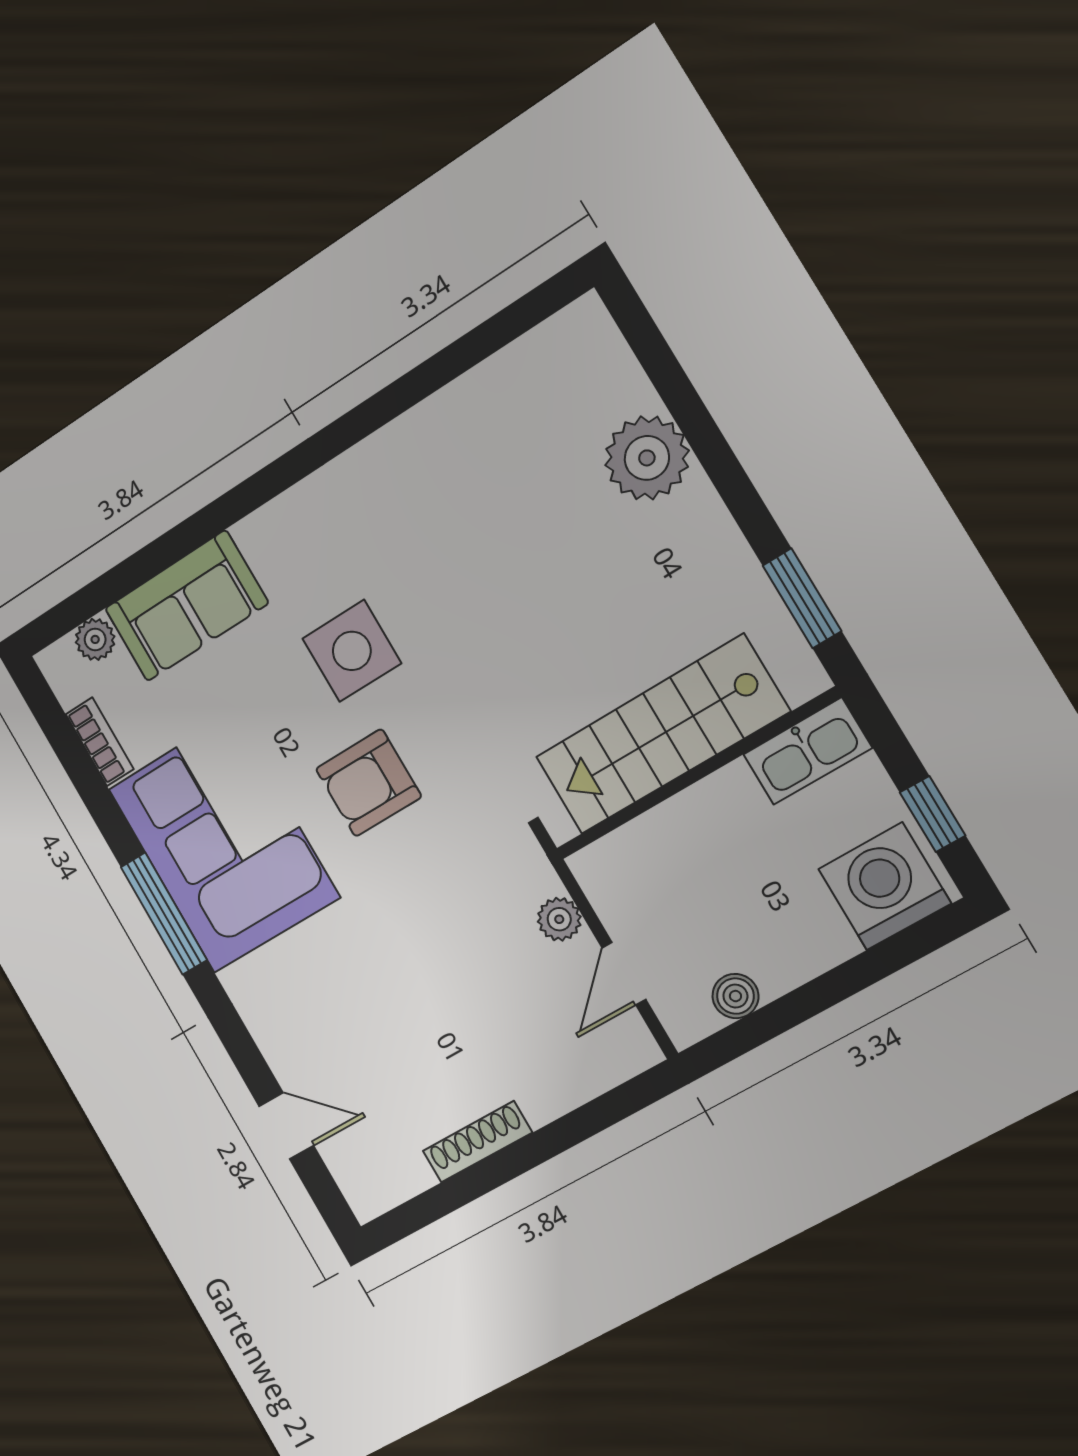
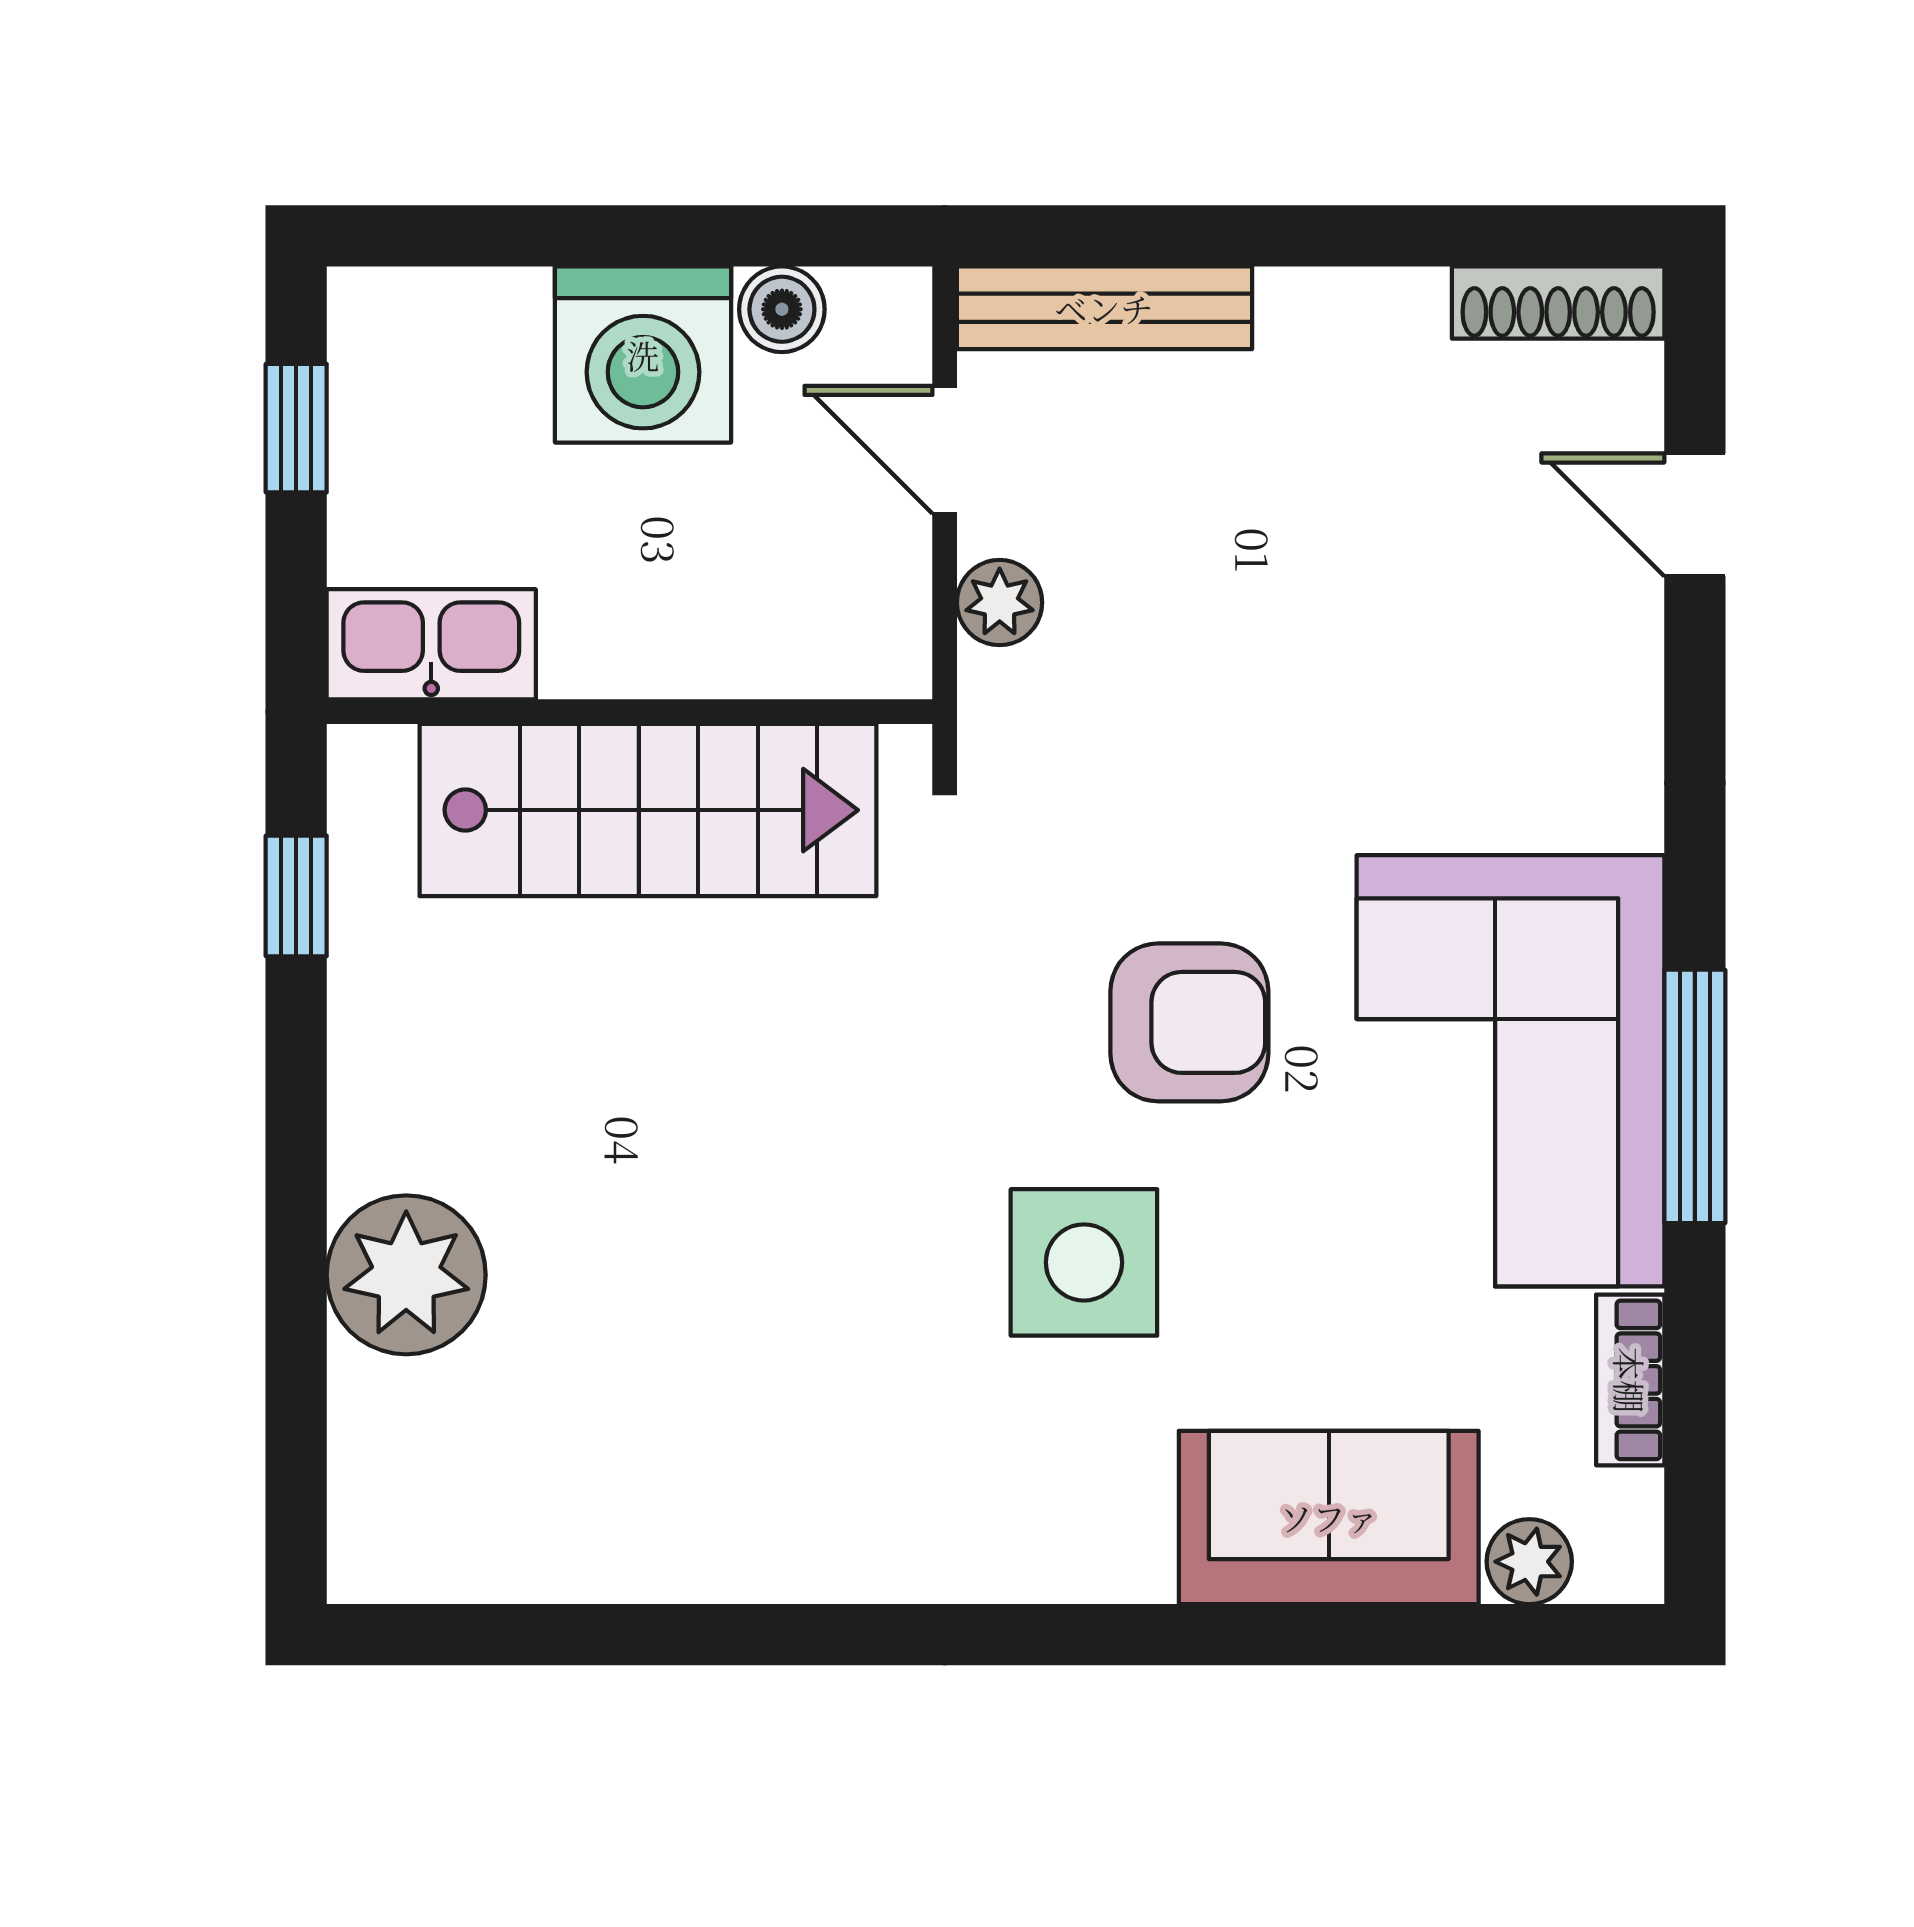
window: (802, 598) -> (296, 896), width x0.67
washing machine: (885, 886) -> (643, 355), moved
window: (164, 913) -> (1695, 1096), moved
door: (624, 974) -> (945, 450), swing flipped
bench: (590, 1077) -> (1104, 308), added
shoe rack: (477, 1142) -> (1558, 303), moved

